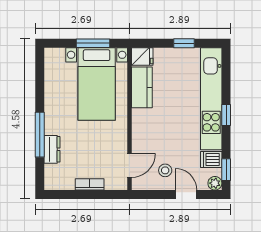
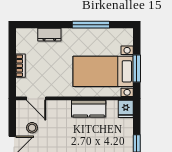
kitchen counter: (142, 87) -> (89, 109), moved
window: (40, 135) -> (91, 25), moved

